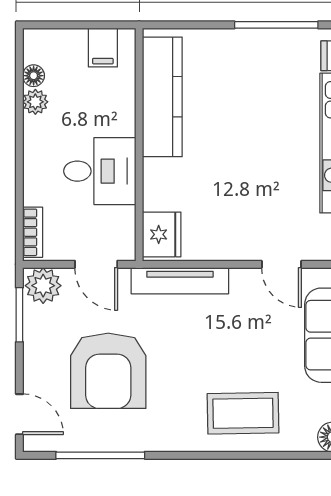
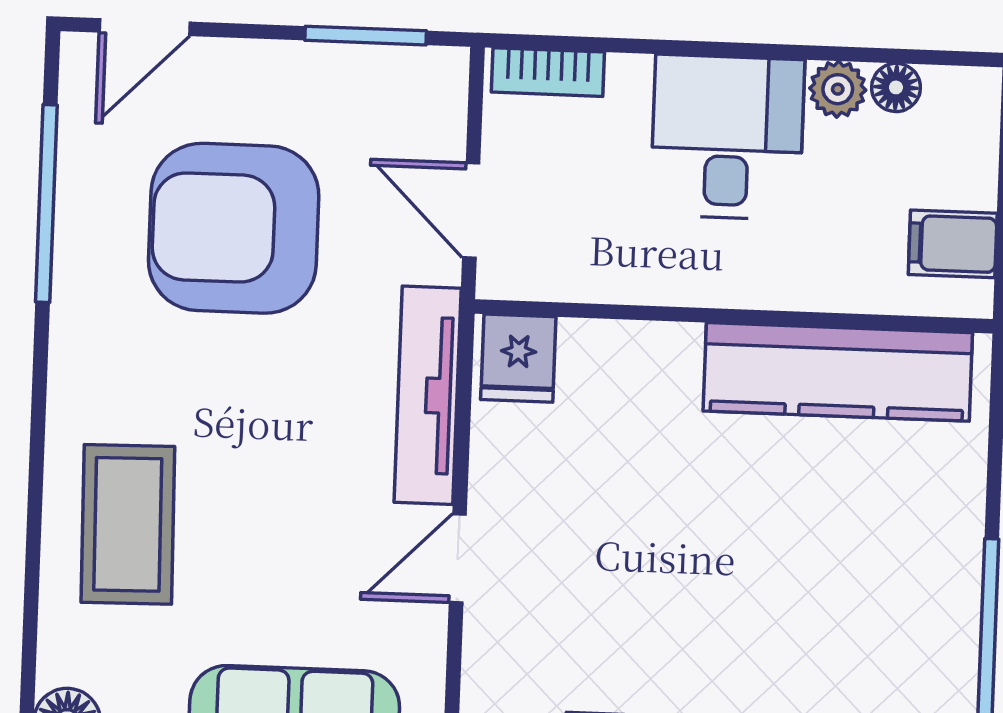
desk: (100, 171) -> (727, 137), moved, turned 180
fridge: (162, 234) -> (518, 358), width x0.72
door: (96, 264) -> (471, 210), hinge flipped
door: (281, 264) -> (458, 558), moved
plant: (43, 286) -> (429, 91), removed

